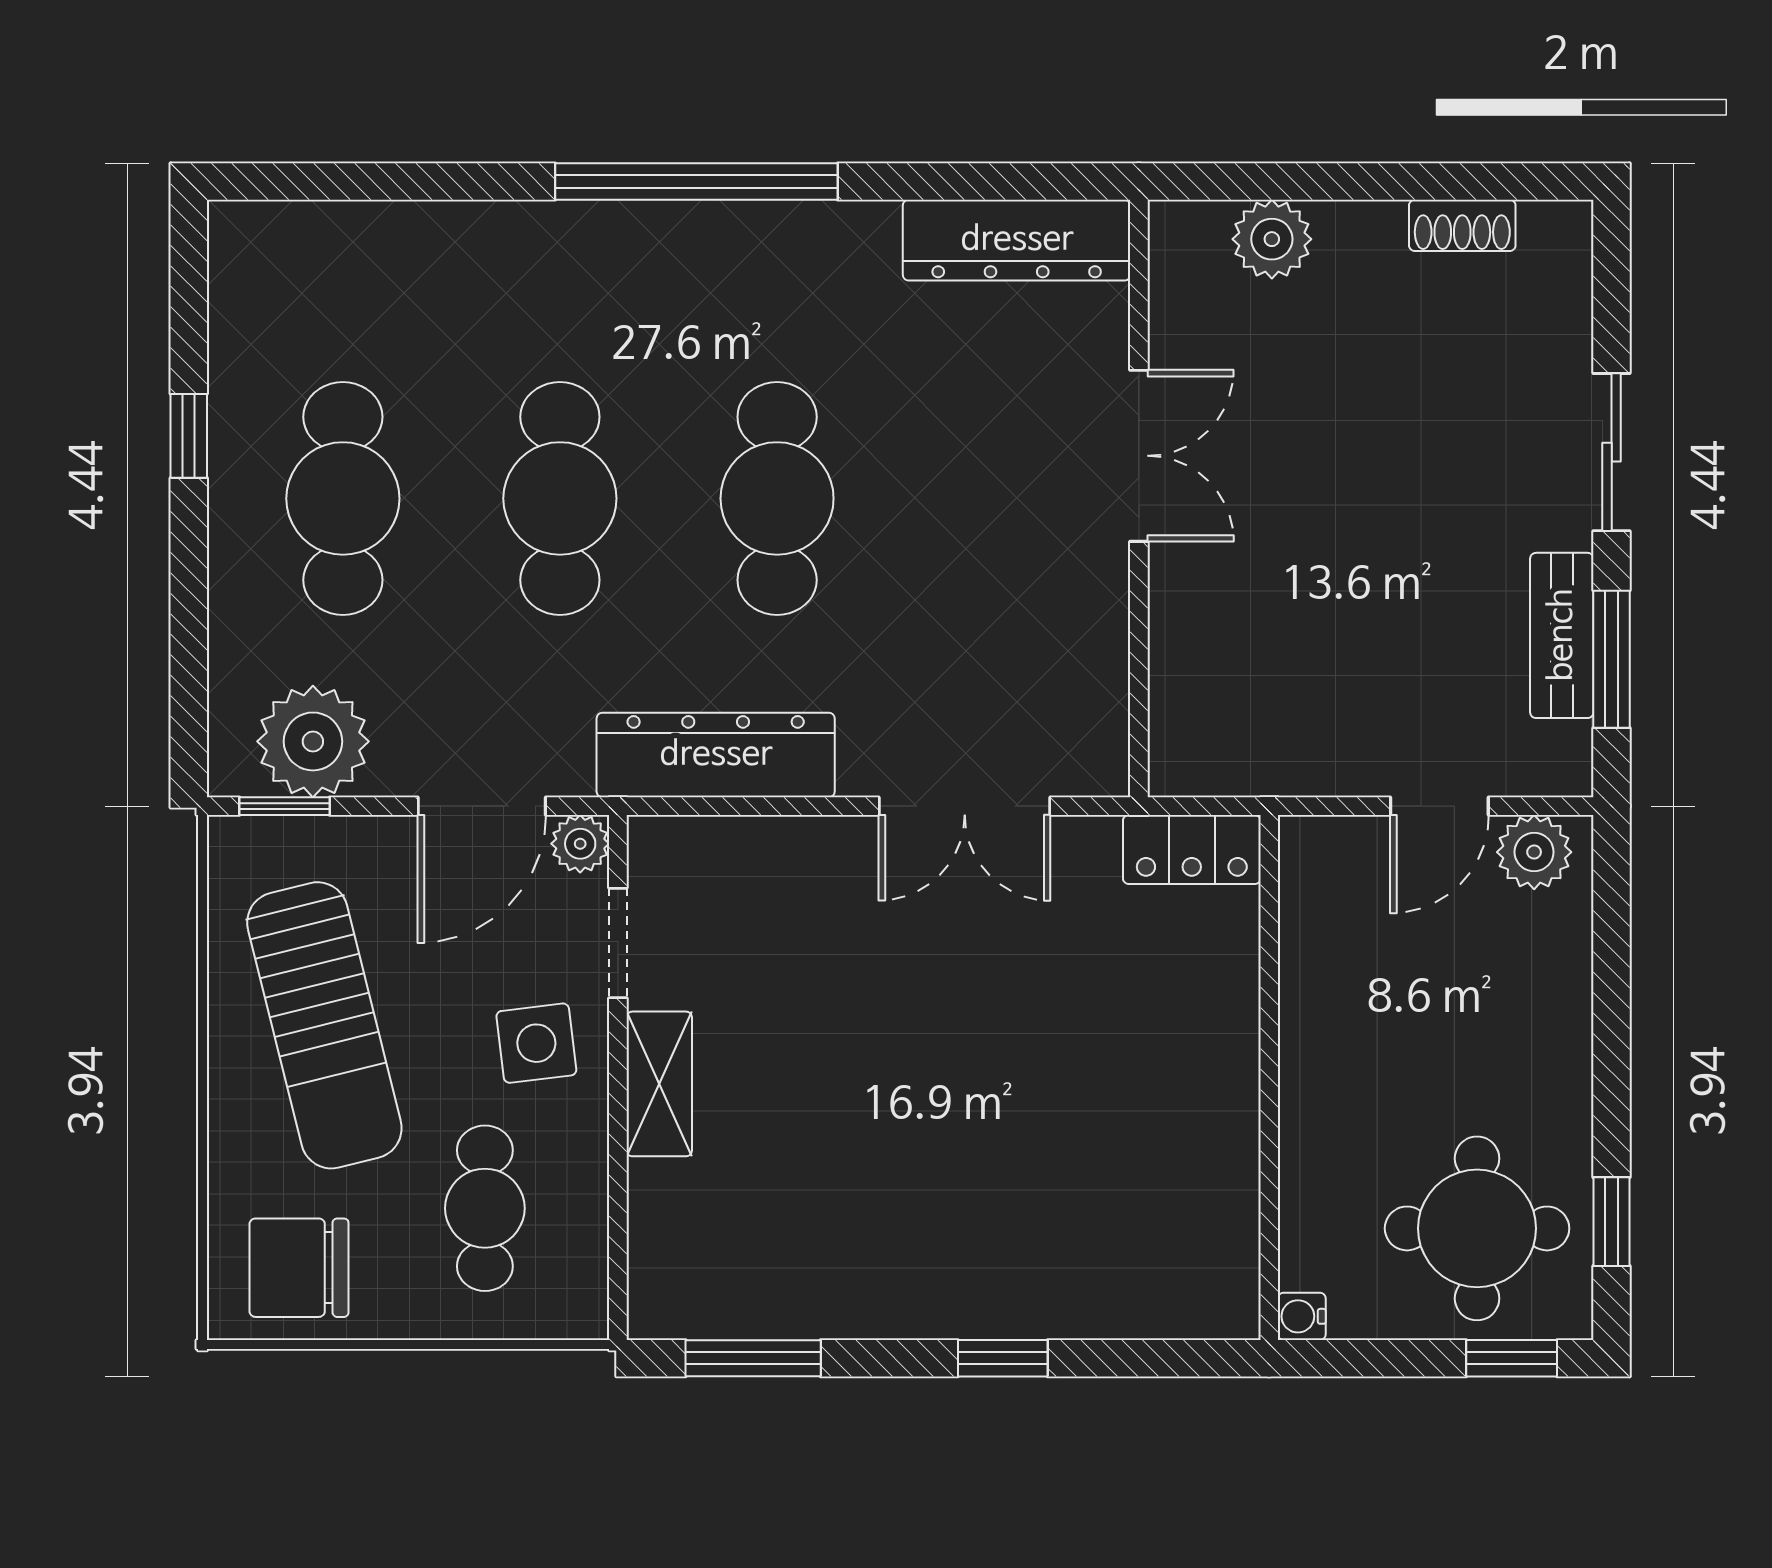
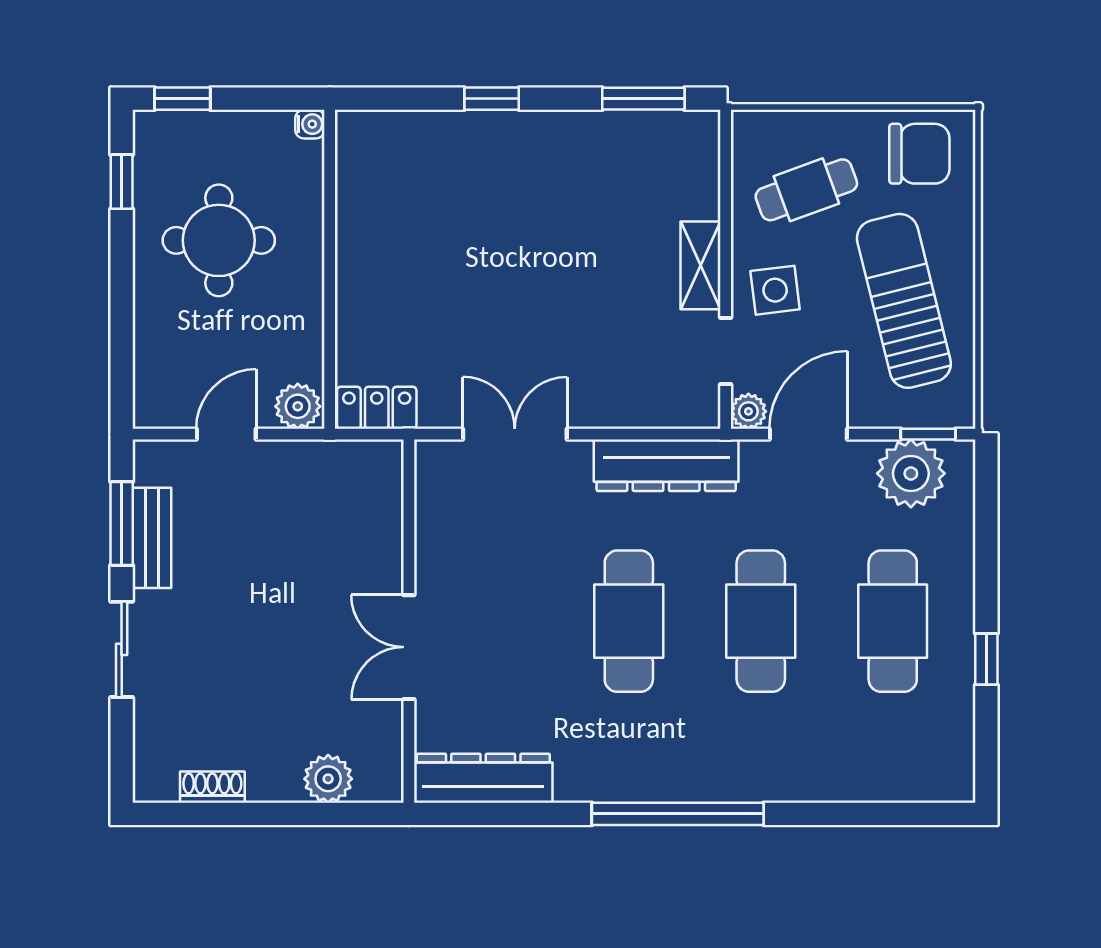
plant: (1534, 852) -> (298, 406), moved
cafe table: (485, 1208) -> (806, 190), turned 70
round table: (1477, 1228) -> (219, 240), moved

